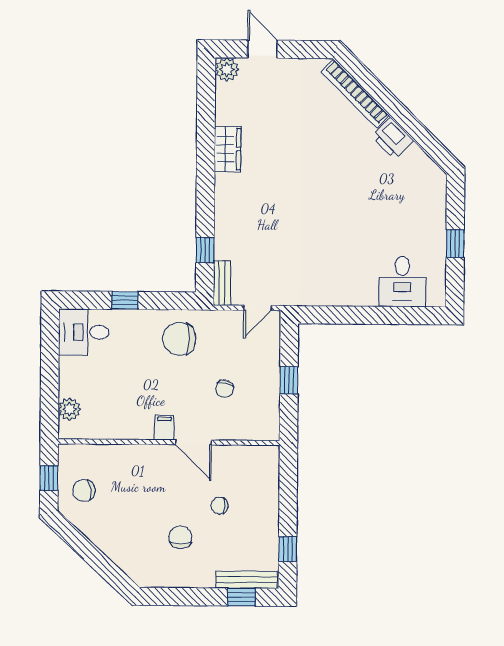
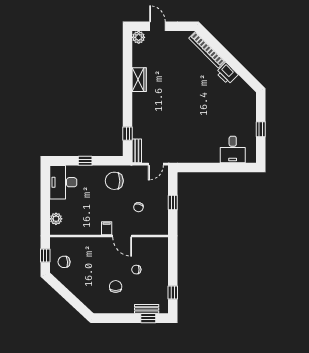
desk: (84, 332) -> (63, 182), width x1.37
bench: (247, 580) -> (147, 309), width x0.73

